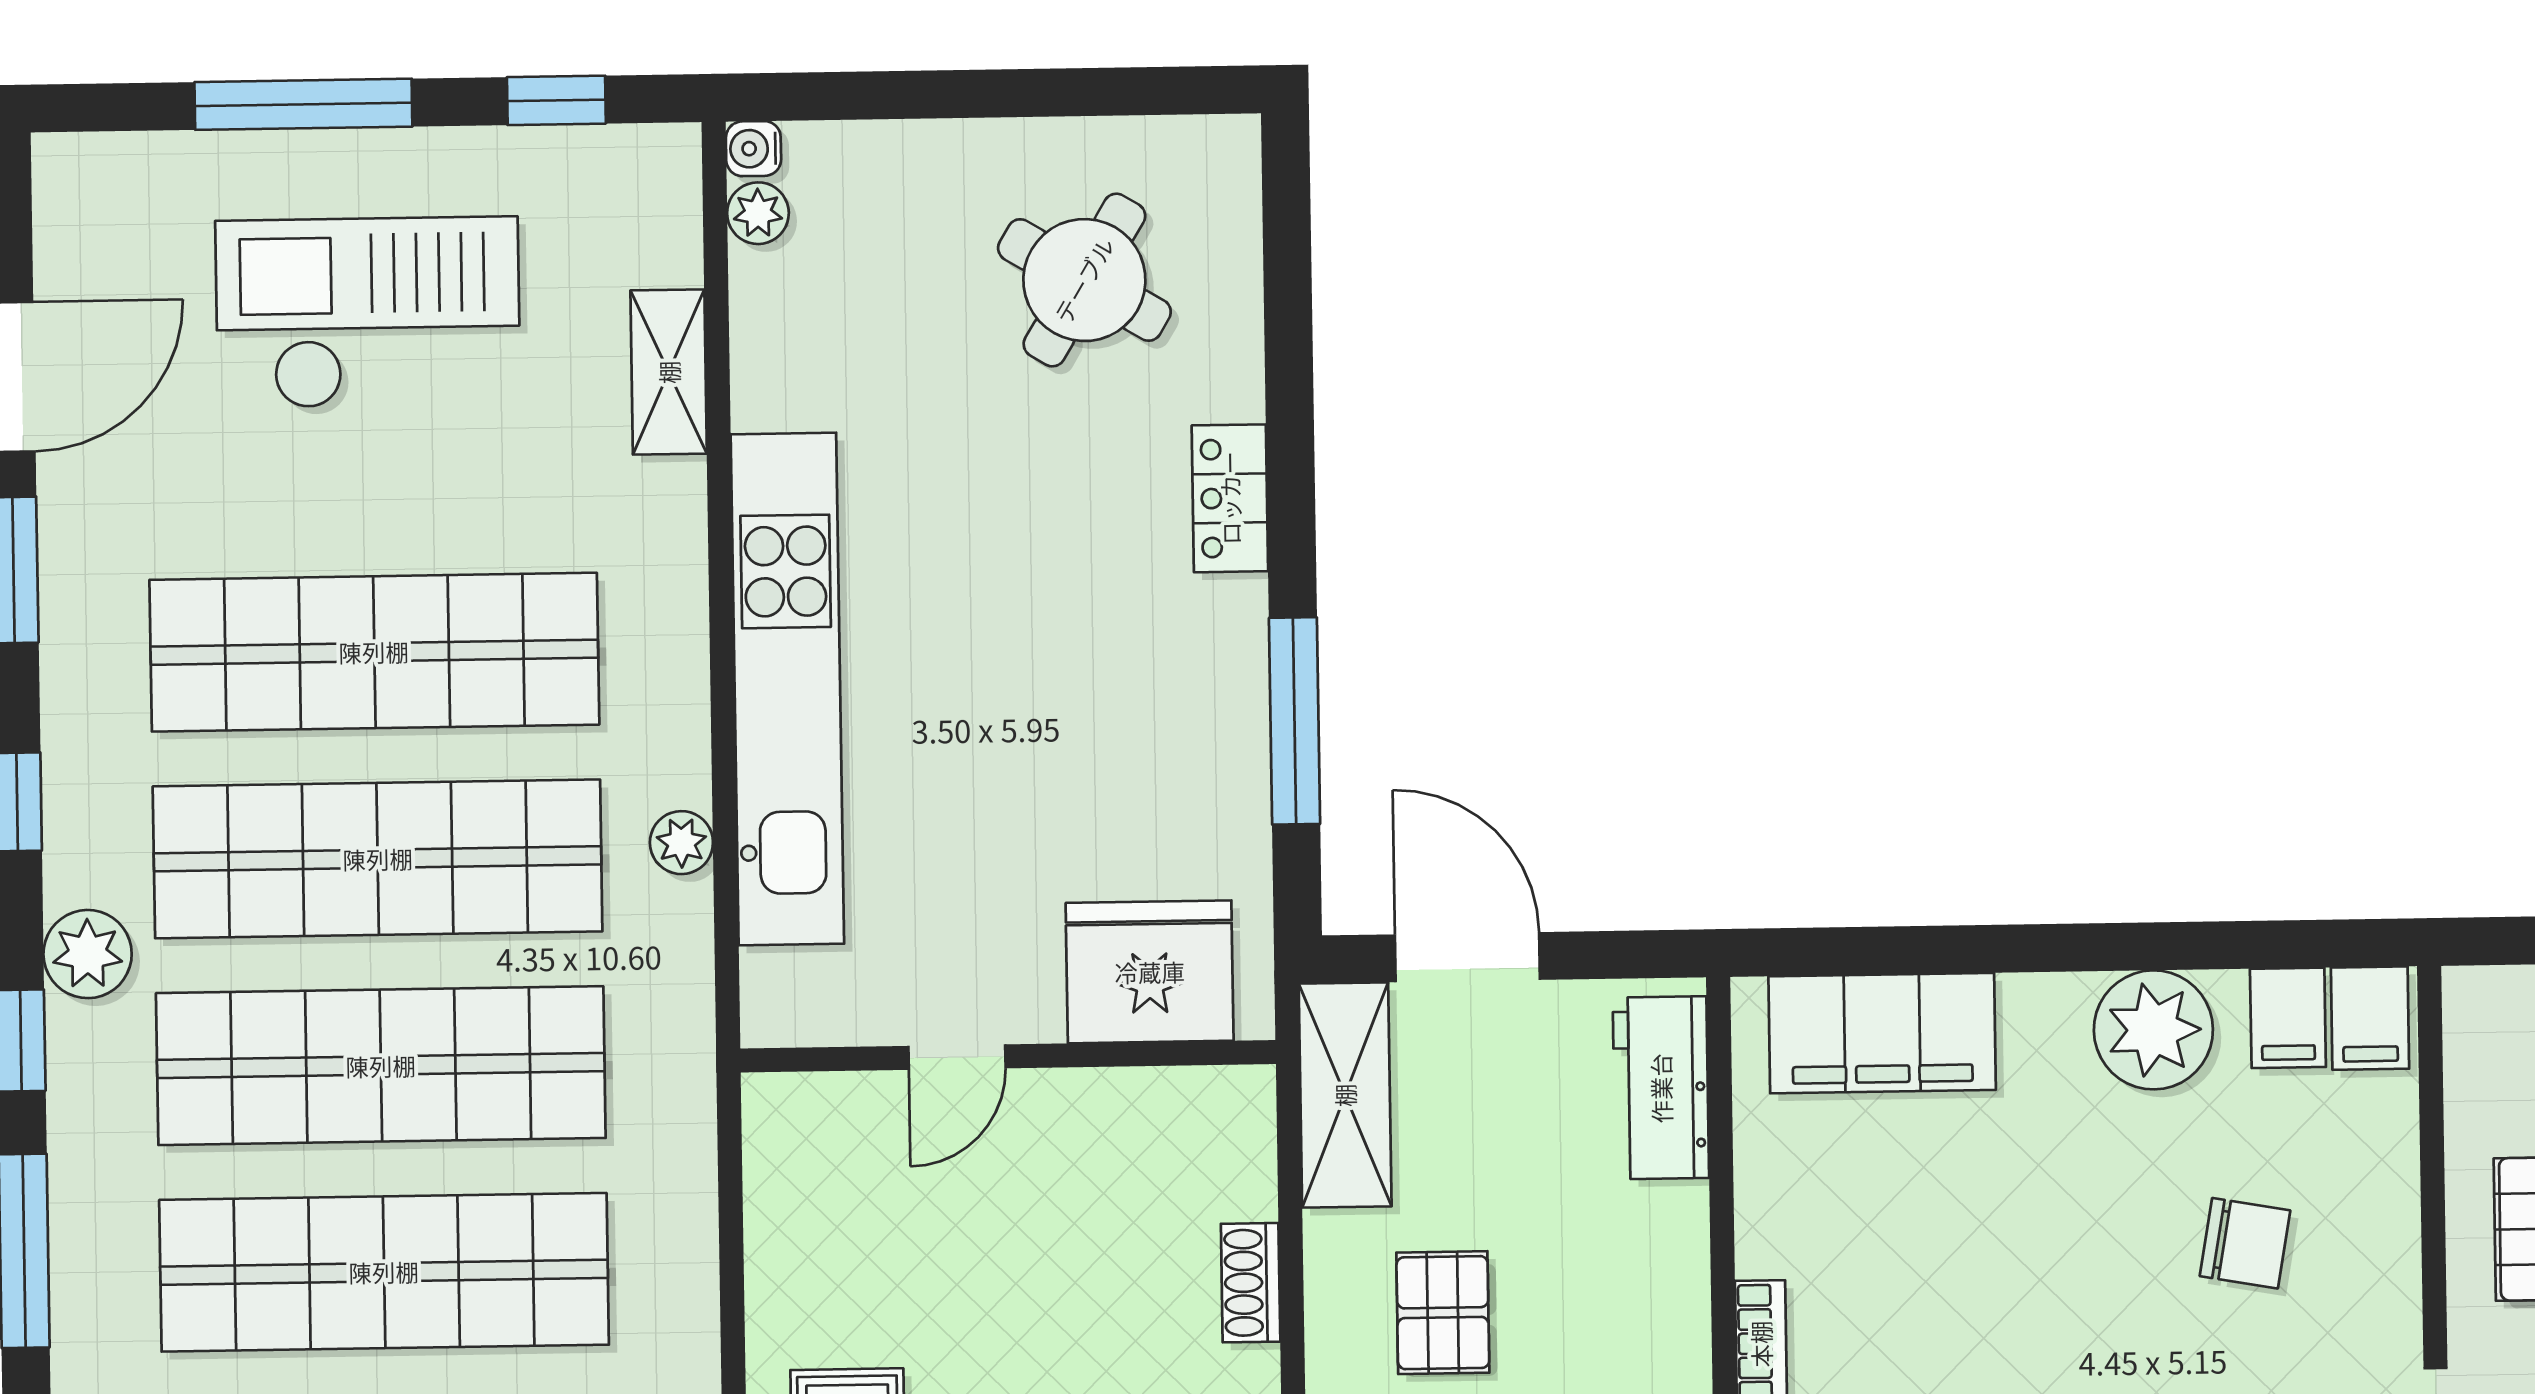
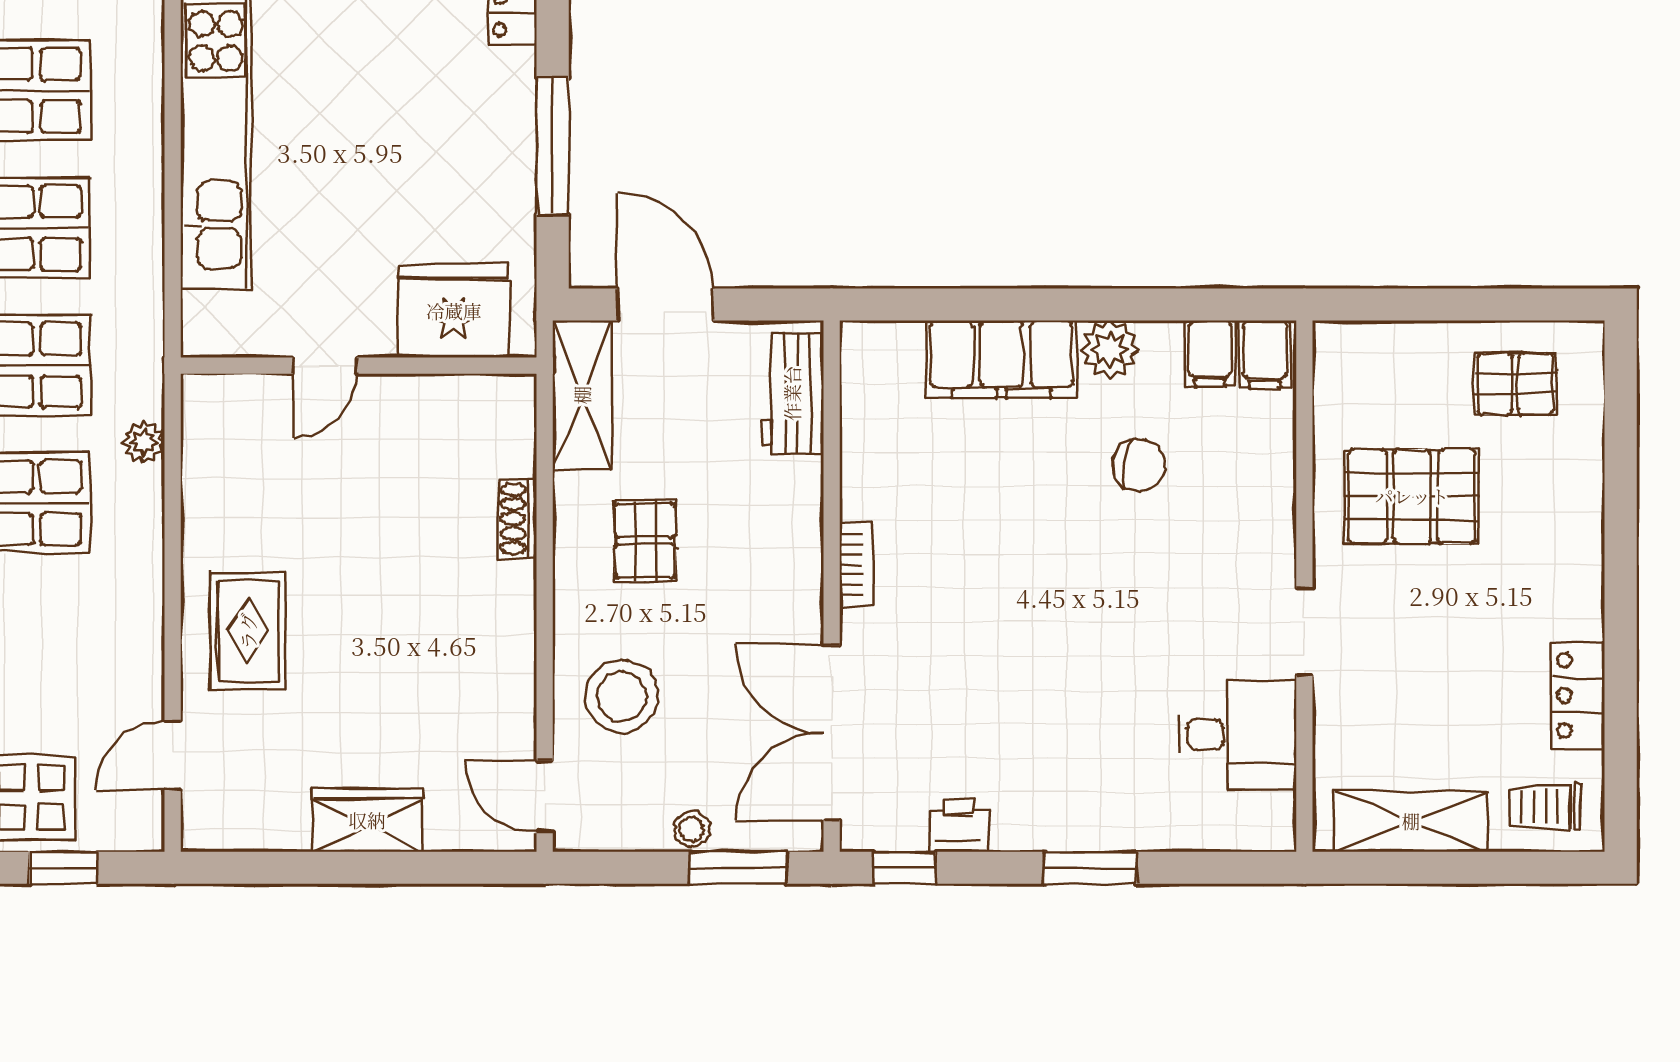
plant: (681, 843) -> (144, 442), moved
plant: (2153, 1030) -> (1110, 350), width x0.73, depth x0.73
filing cabinet: (1882, 1033) -> (1002, 359), moved
chair: (2245, 1243) -> (1139, 465), moved

